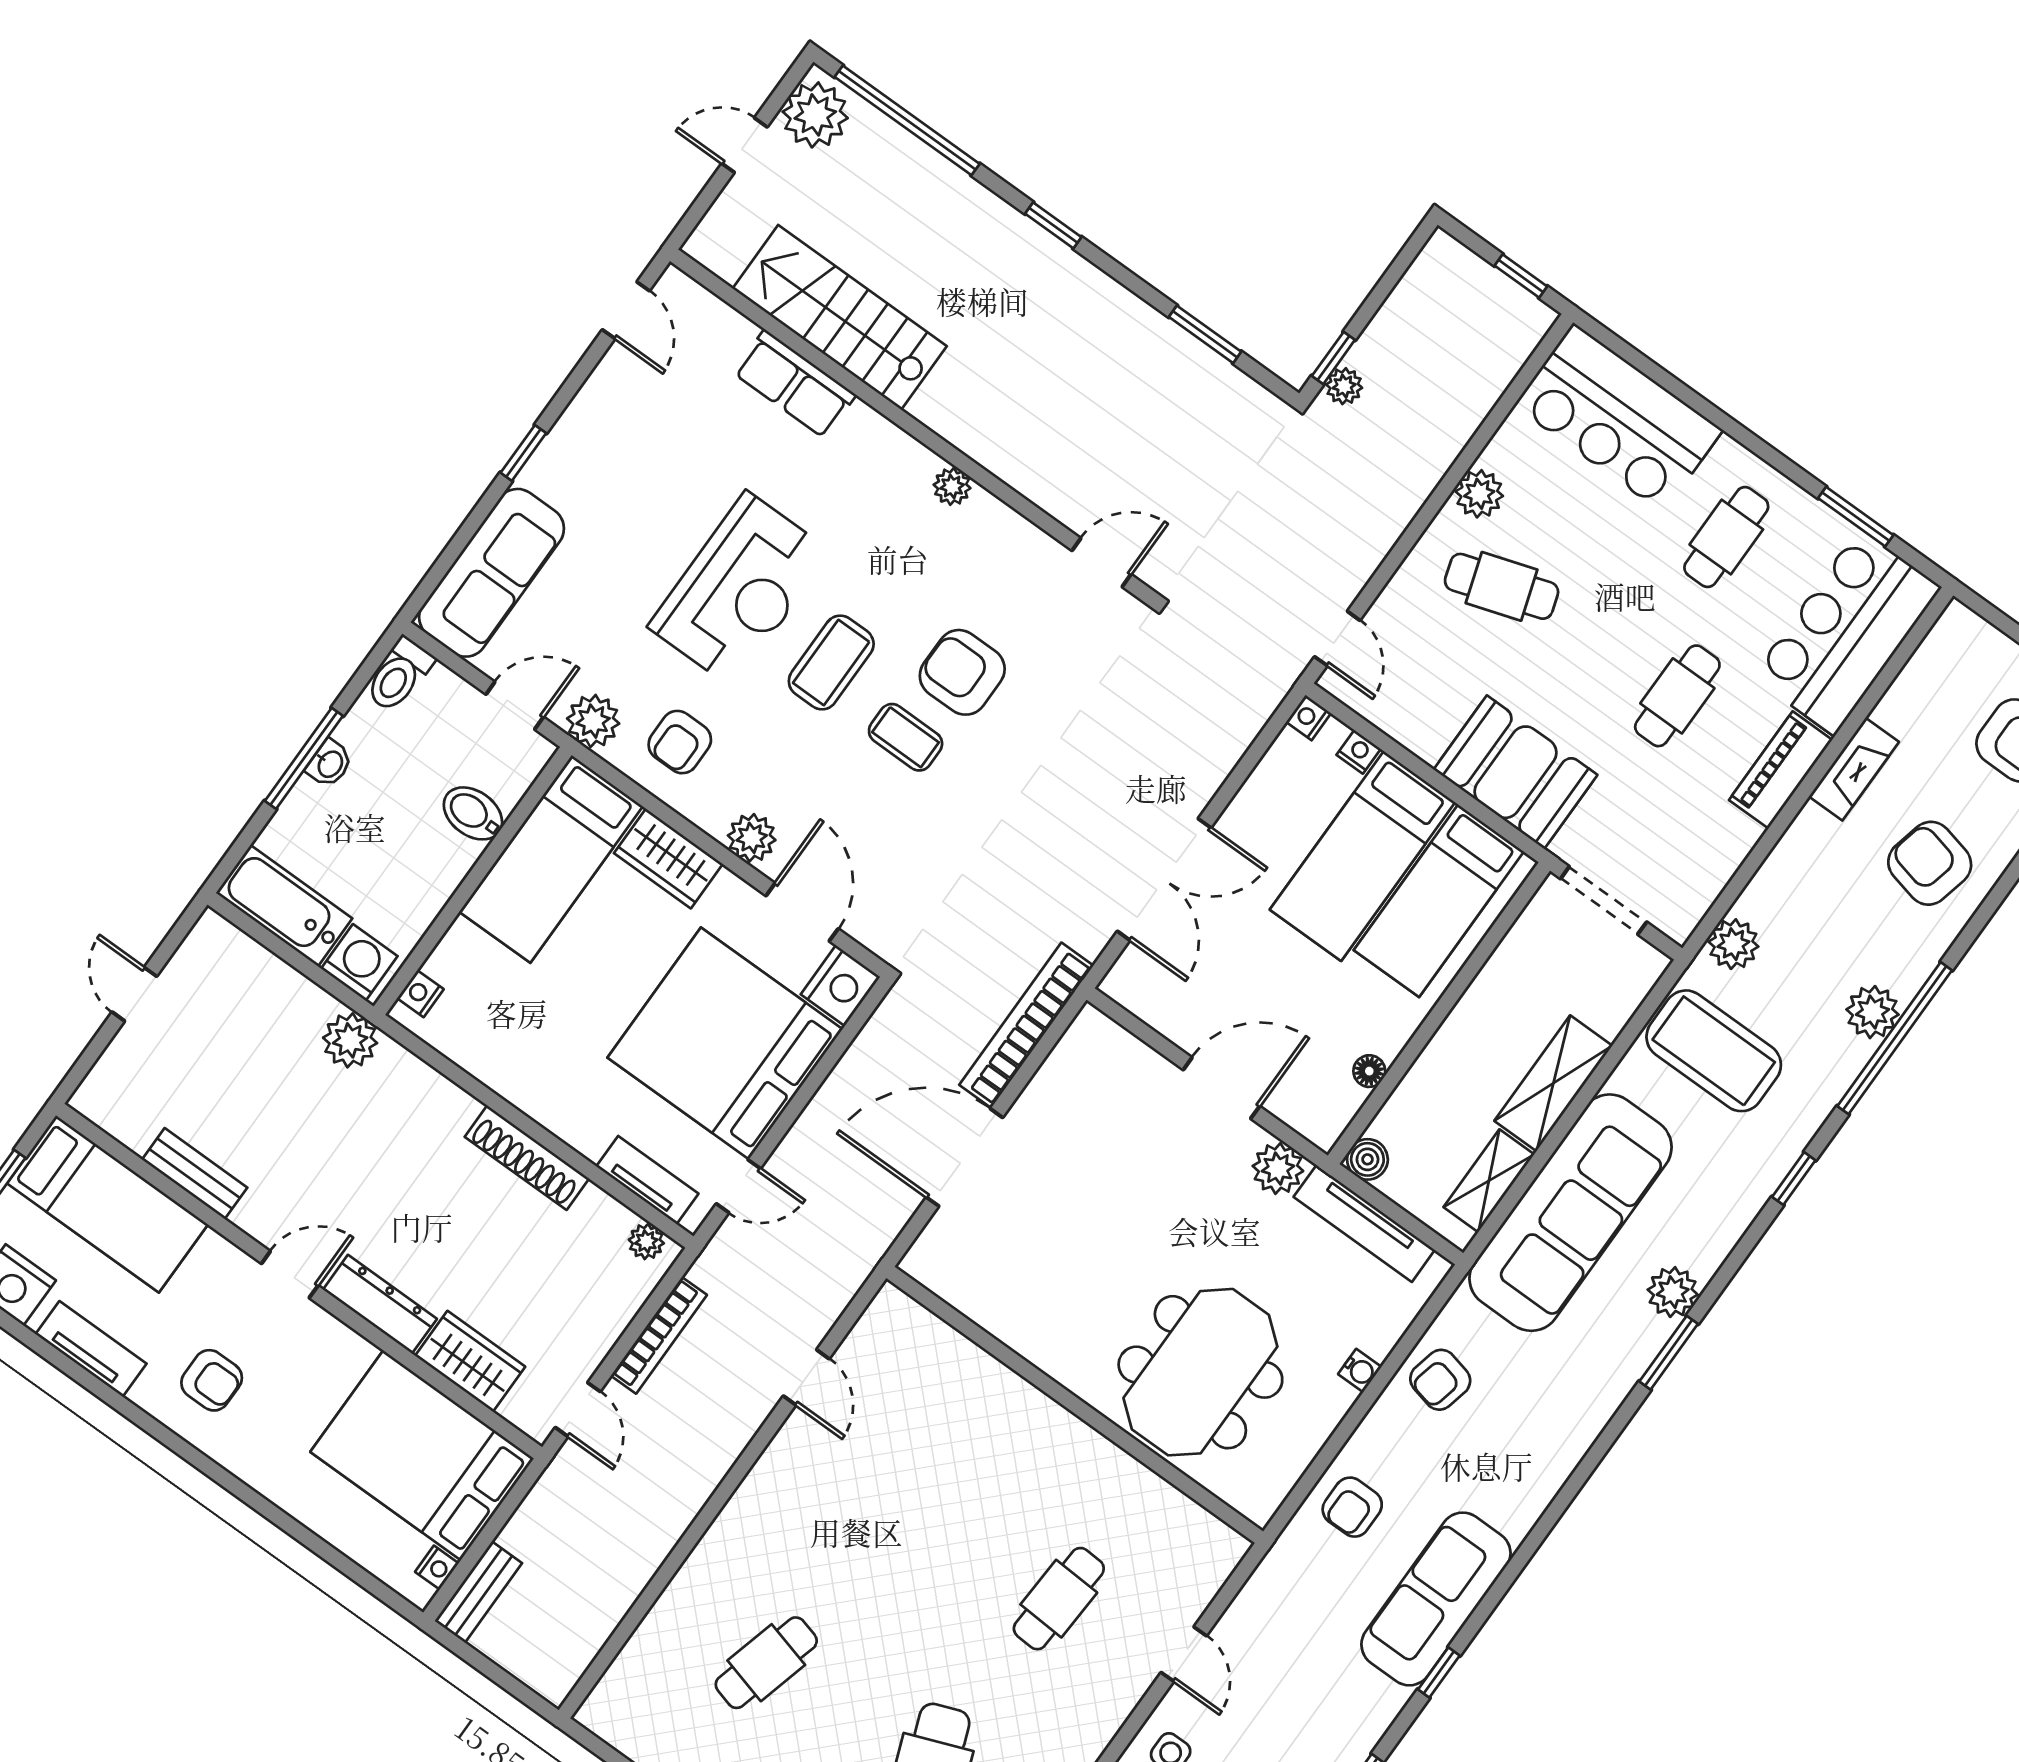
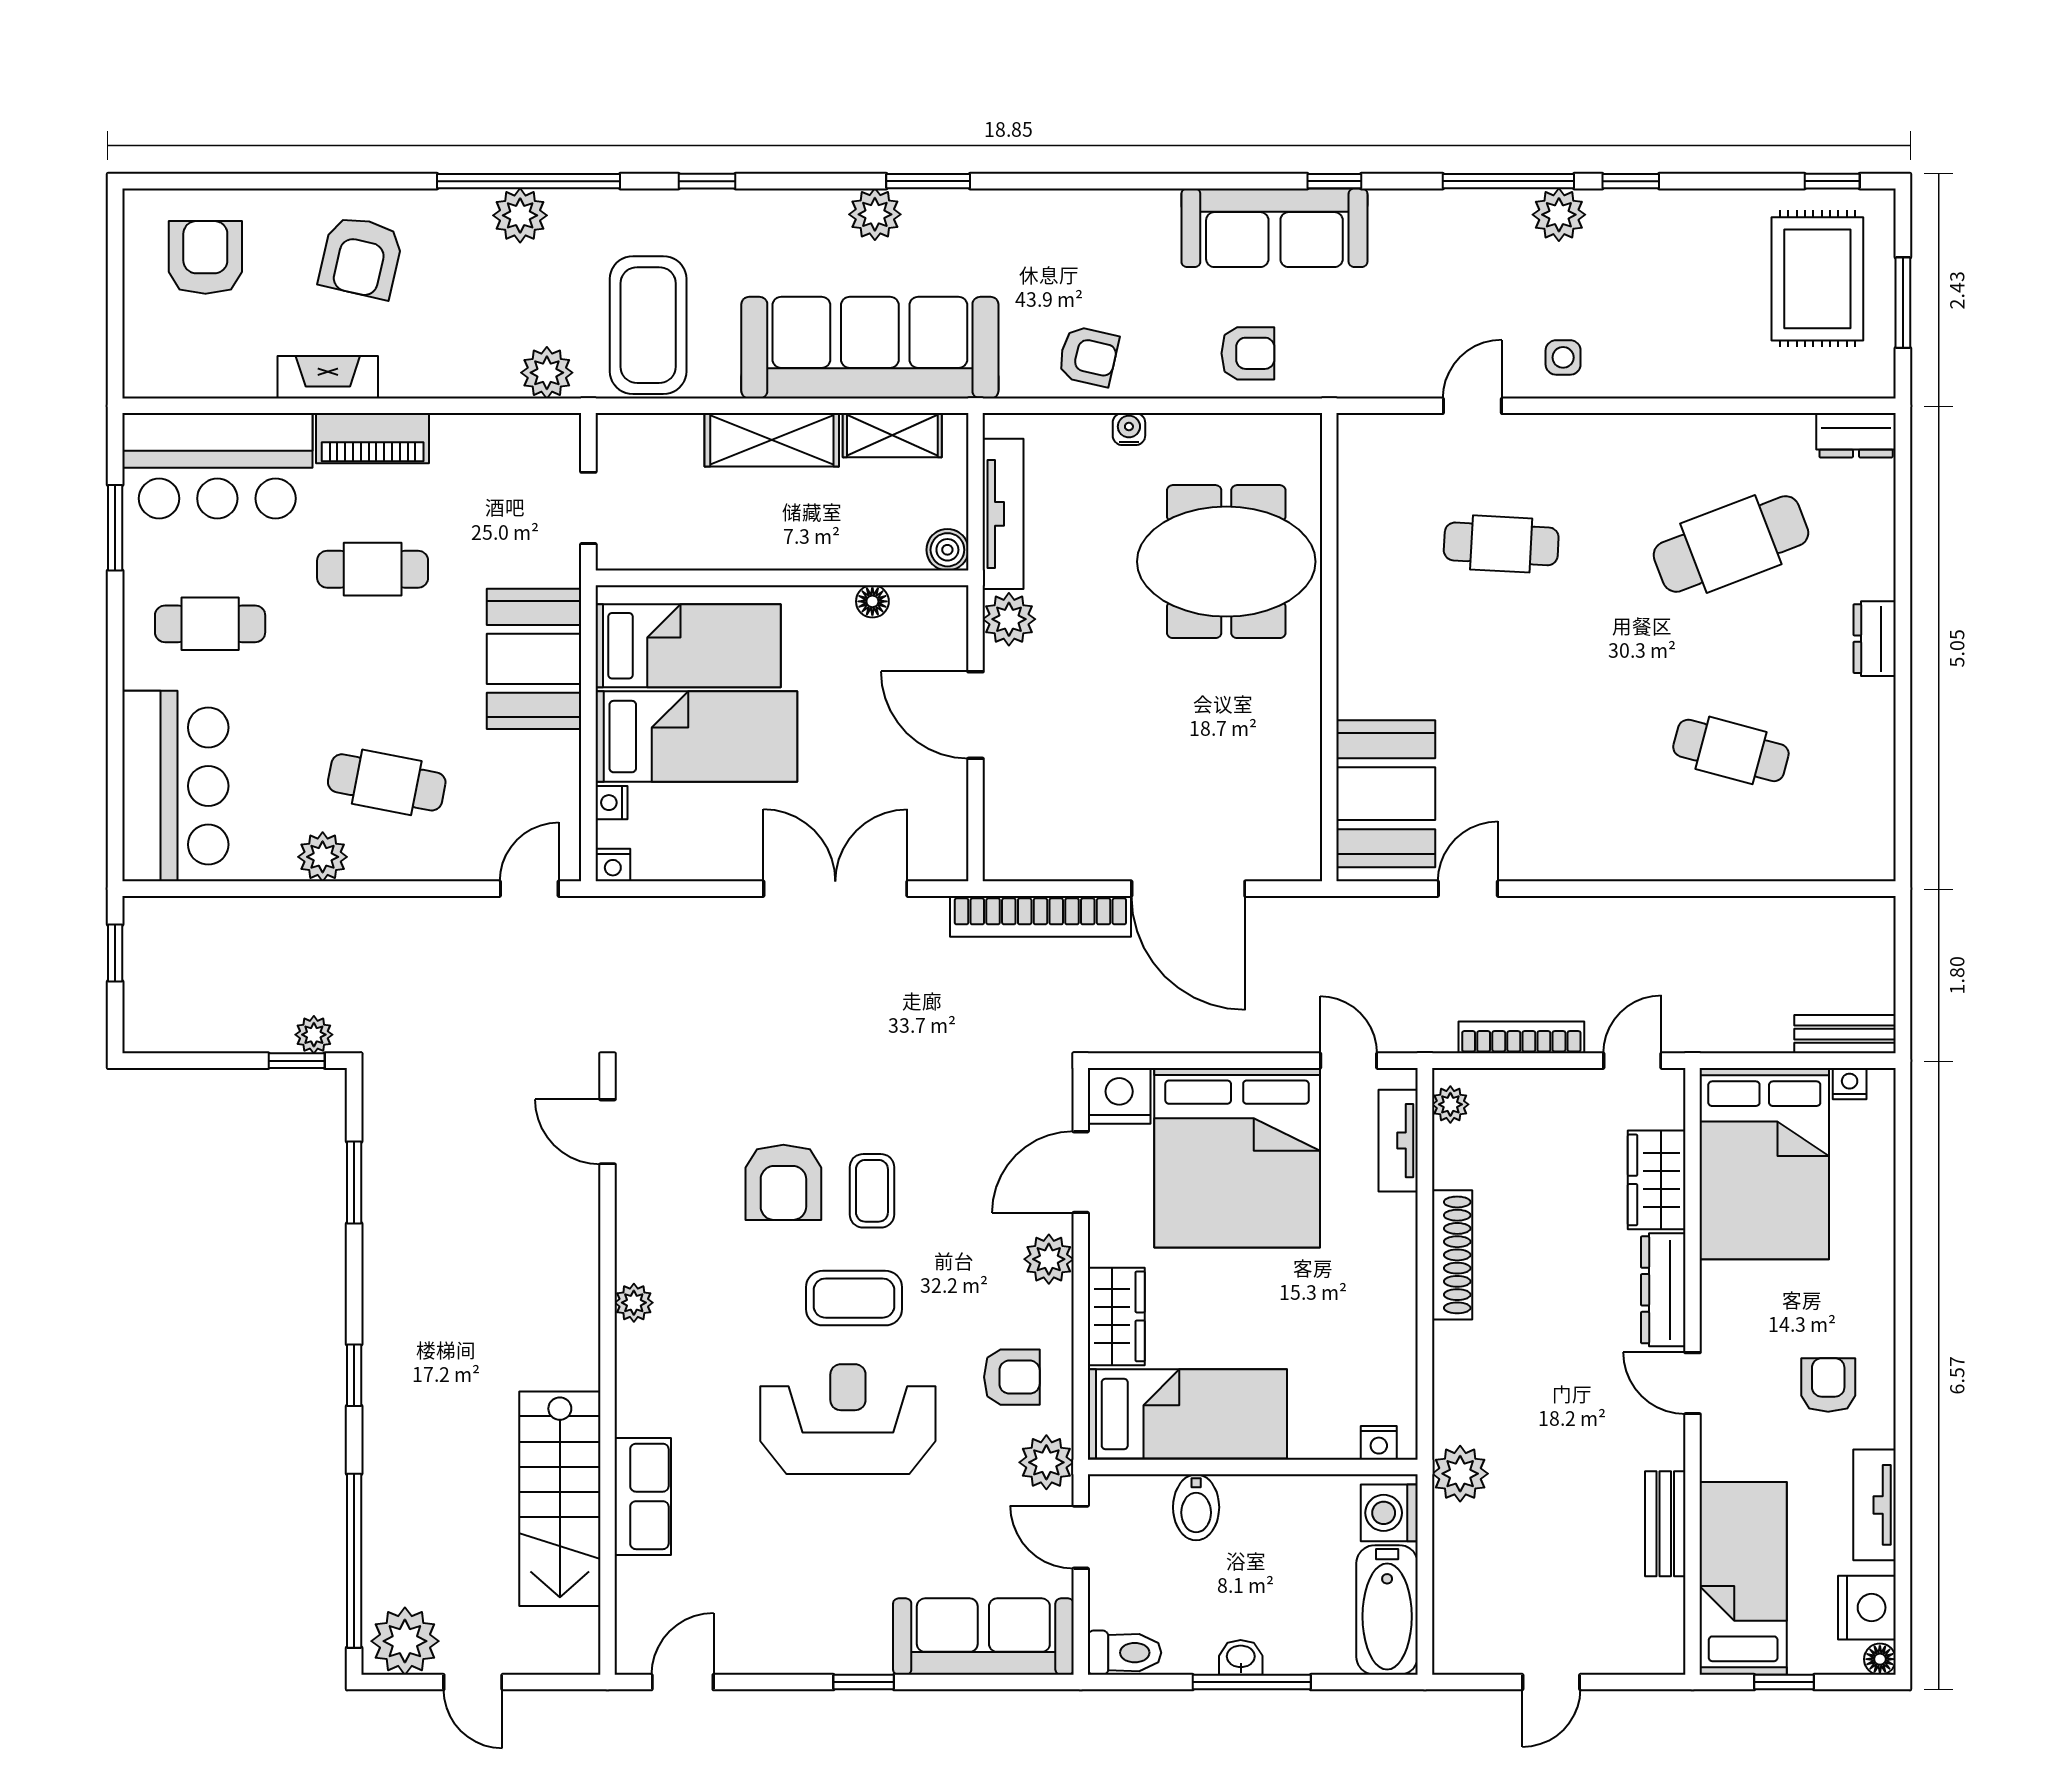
cafe table: (1502, 586) -> (387, 782), turned -61
doorway: (1604, 900) -> (588, 508), width x0.73
booth: (927, 1367) -> (1386, 794), added

